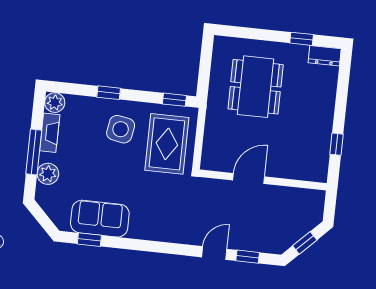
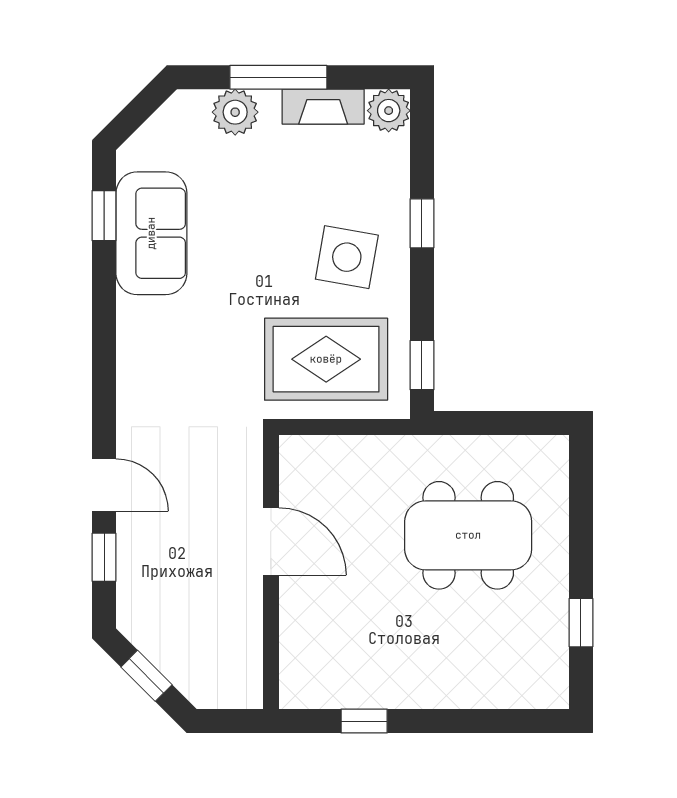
dresser: (325, 56) -> (550, 675), removed

